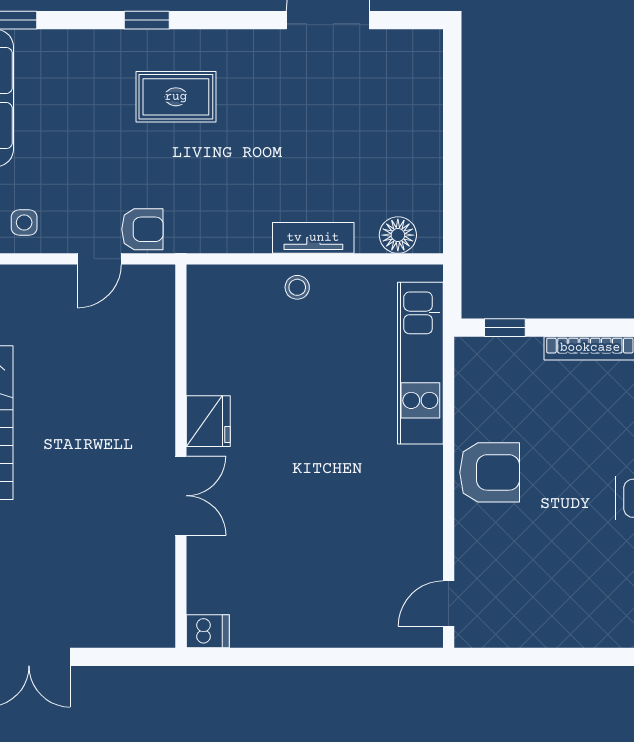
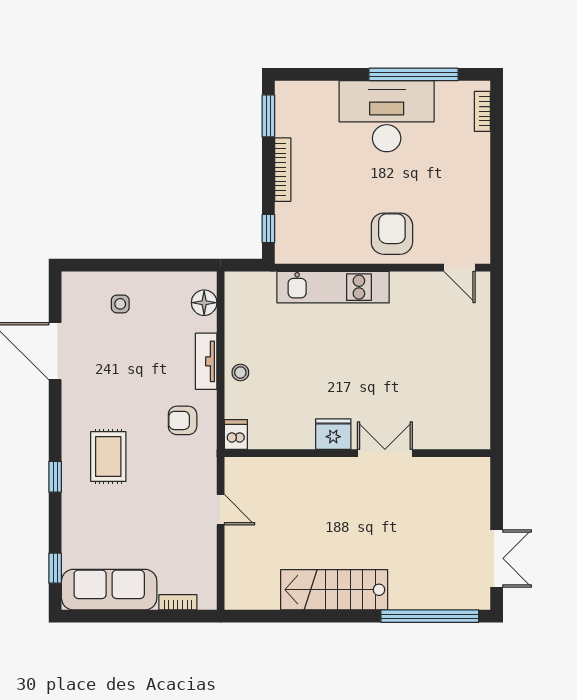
side table: (24, 222) -> (120, 304), moved
armchair: (142, 229) -> (183, 420), moved, turned -90
kitchen unit: (420, 363) -> (333, 287), moved
armchair: (490, 472) -> (392, 234), moved
dishwasher: (208, 631) -> (236, 435), moved

